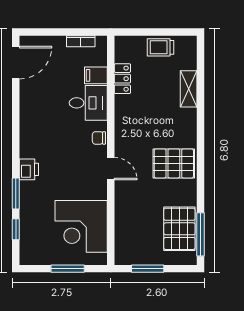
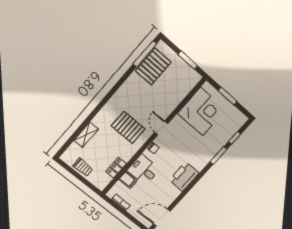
pallet: (174, 163) -> (128, 127), moved
printer: (29, 169) -> (184, 177), moved, width x1.87, depth x1.48

